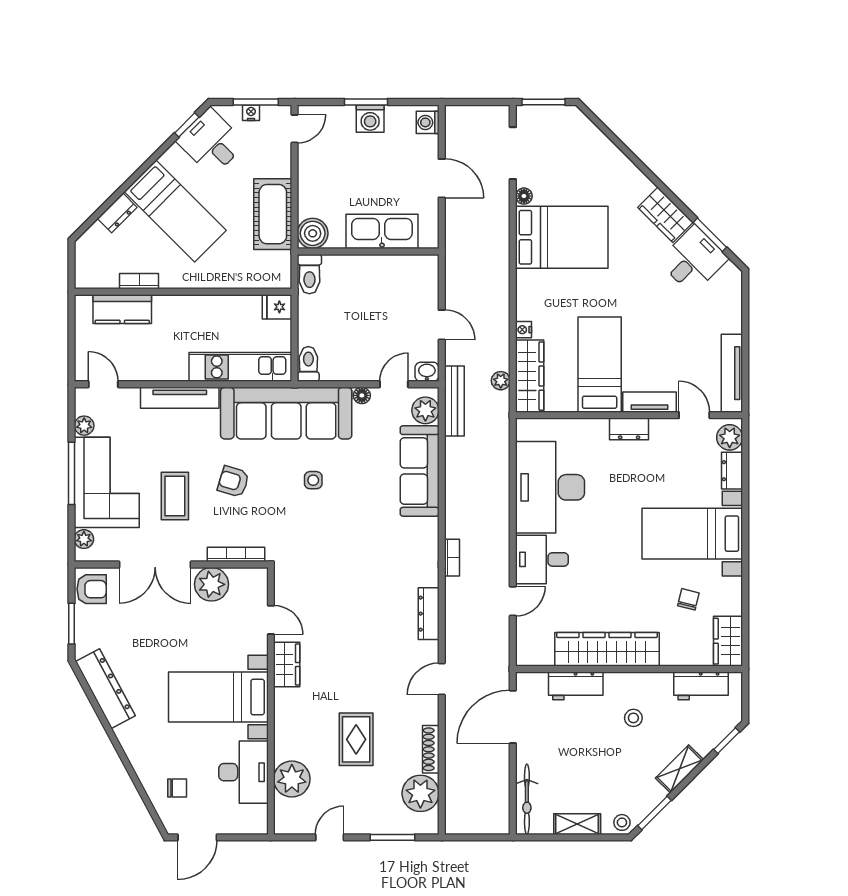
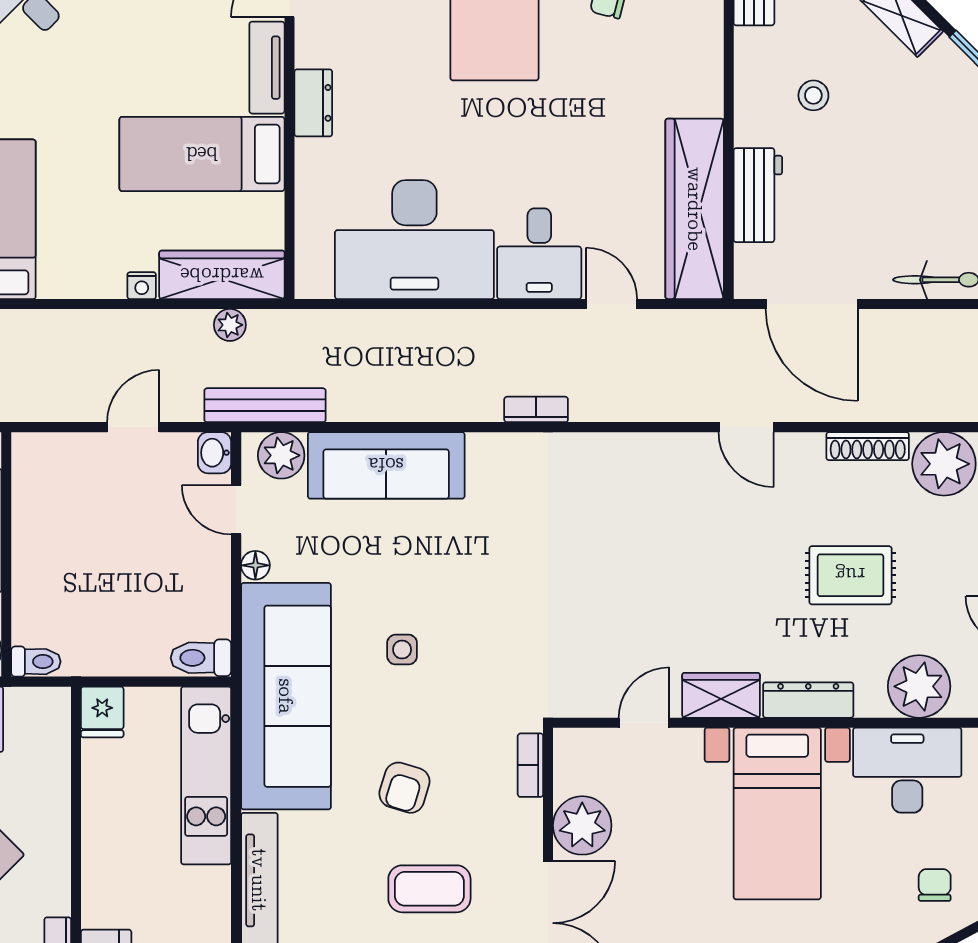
toilet: (309, 274) -> (36, 662), width x0.73, depth x0.72
bookcase: (236, 554) -> (530, 765), width x0.64
dresser: (429, 614) -> (808, 700), moved, turned 180
wardrobe: (607, 649) -> (695, 209), moved

